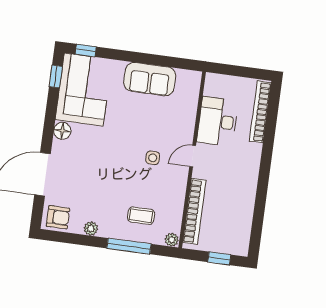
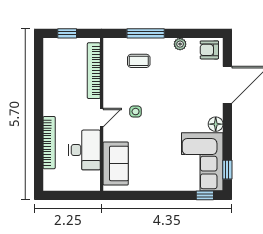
sofa: (150, 79) -> (116, 163), moved, turned 90
bookcase: (260, 112) -> (49, 143), moved
plant: (172, 240) -> (110, 44), removed

